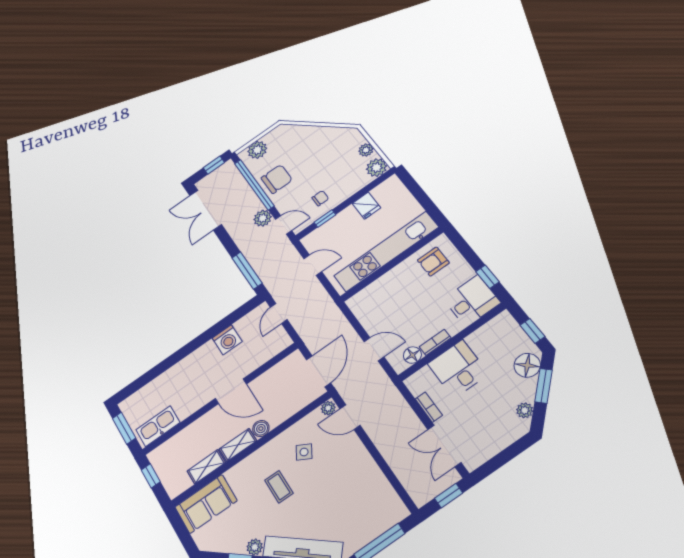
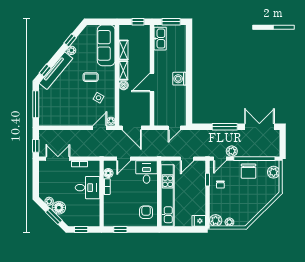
window: (214, 165) -> (283, 146), removed
fridge: (366, 206) -> (199, 221), moved
window: (247, 270) -> (225, 127), moved
desk: (472, 301) -> (147, 172), moved, turned 180
door: (279, 313) -> (174, 128), swing flipped
washing machine: (227, 340) -> (179, 79), moved
floor lamp: (527, 365) -> (59, 208), moved
sofa: (206, 504) -> (106, 45), width x1.36

